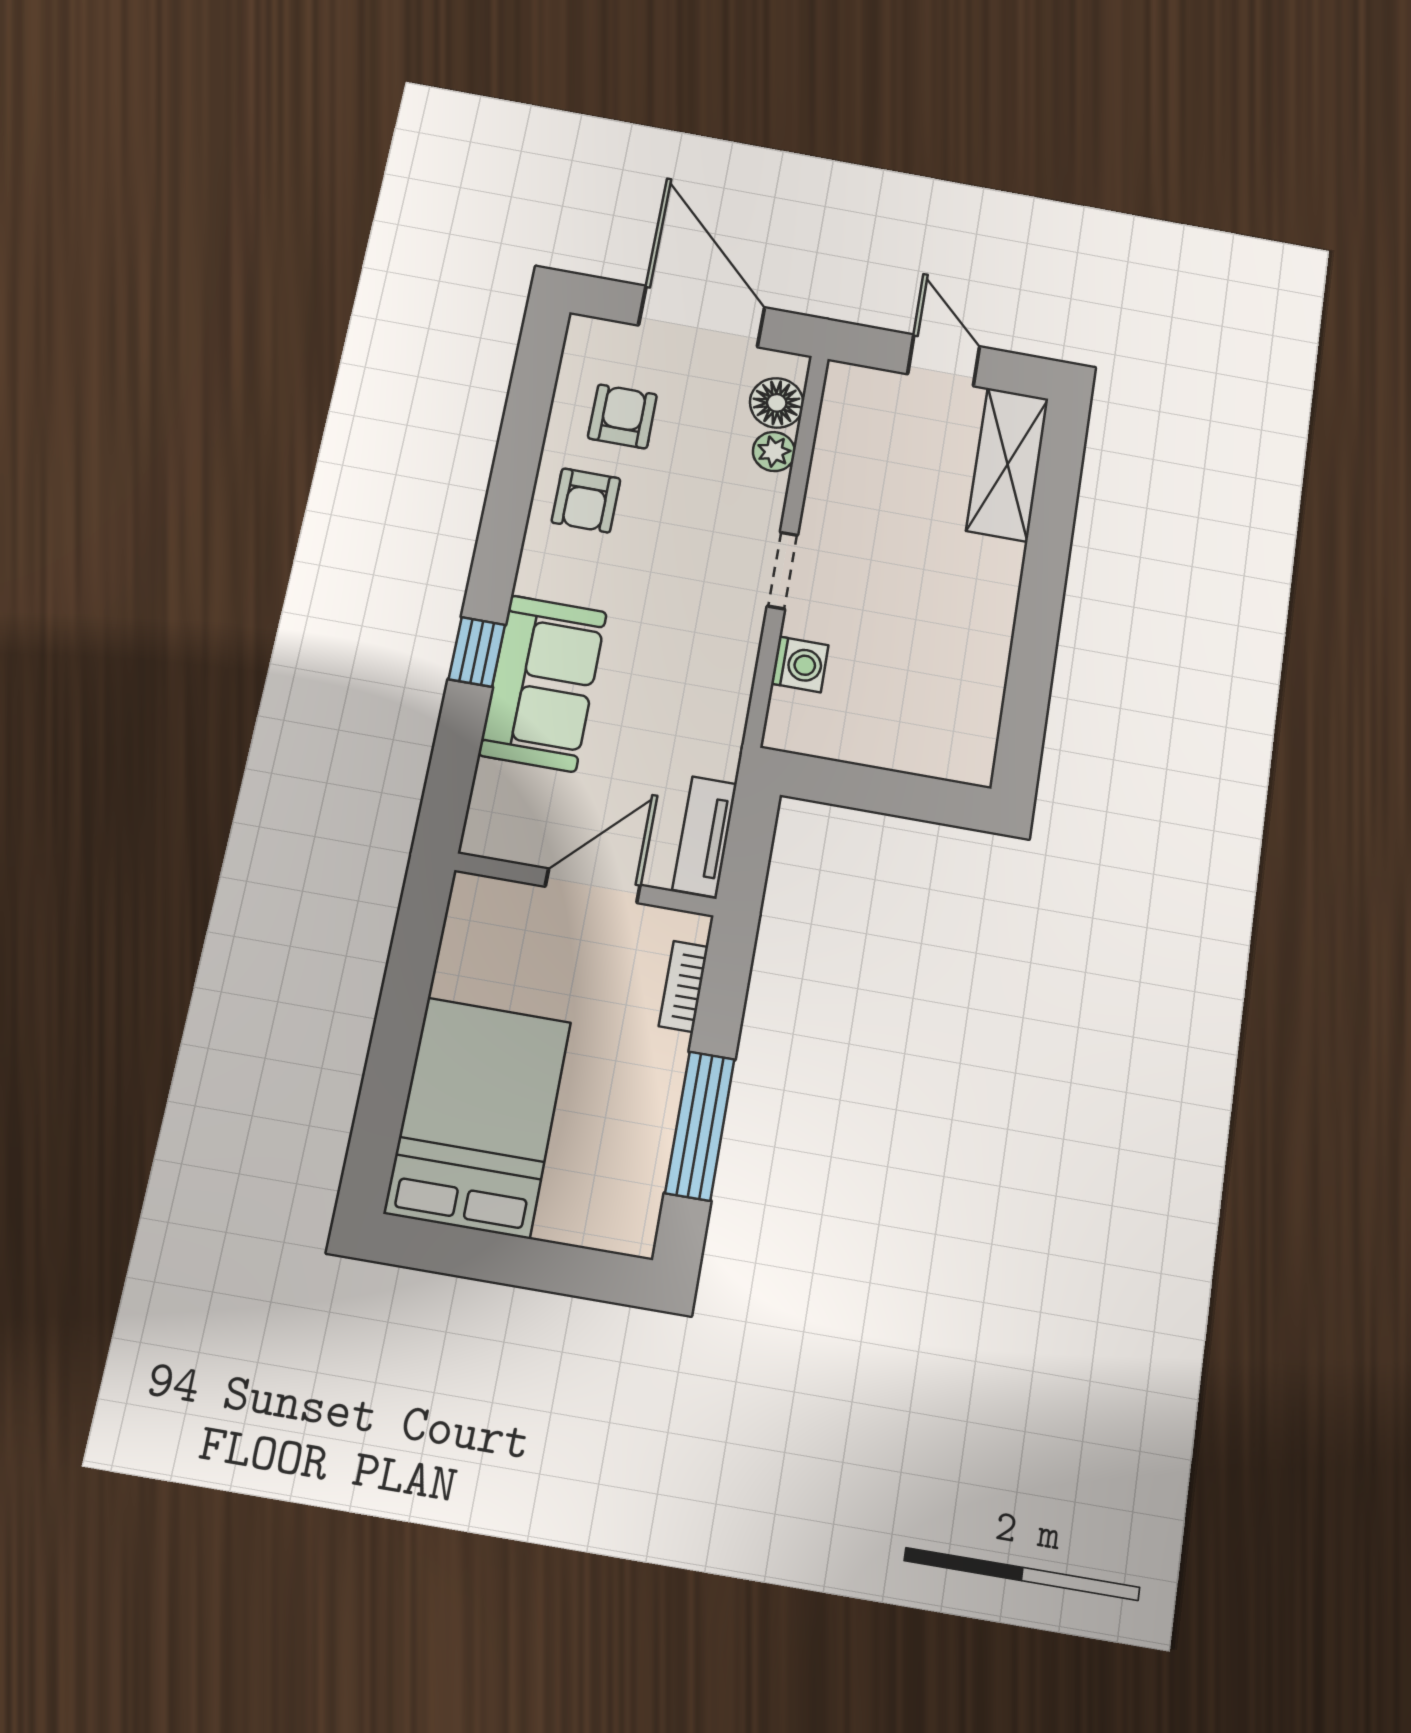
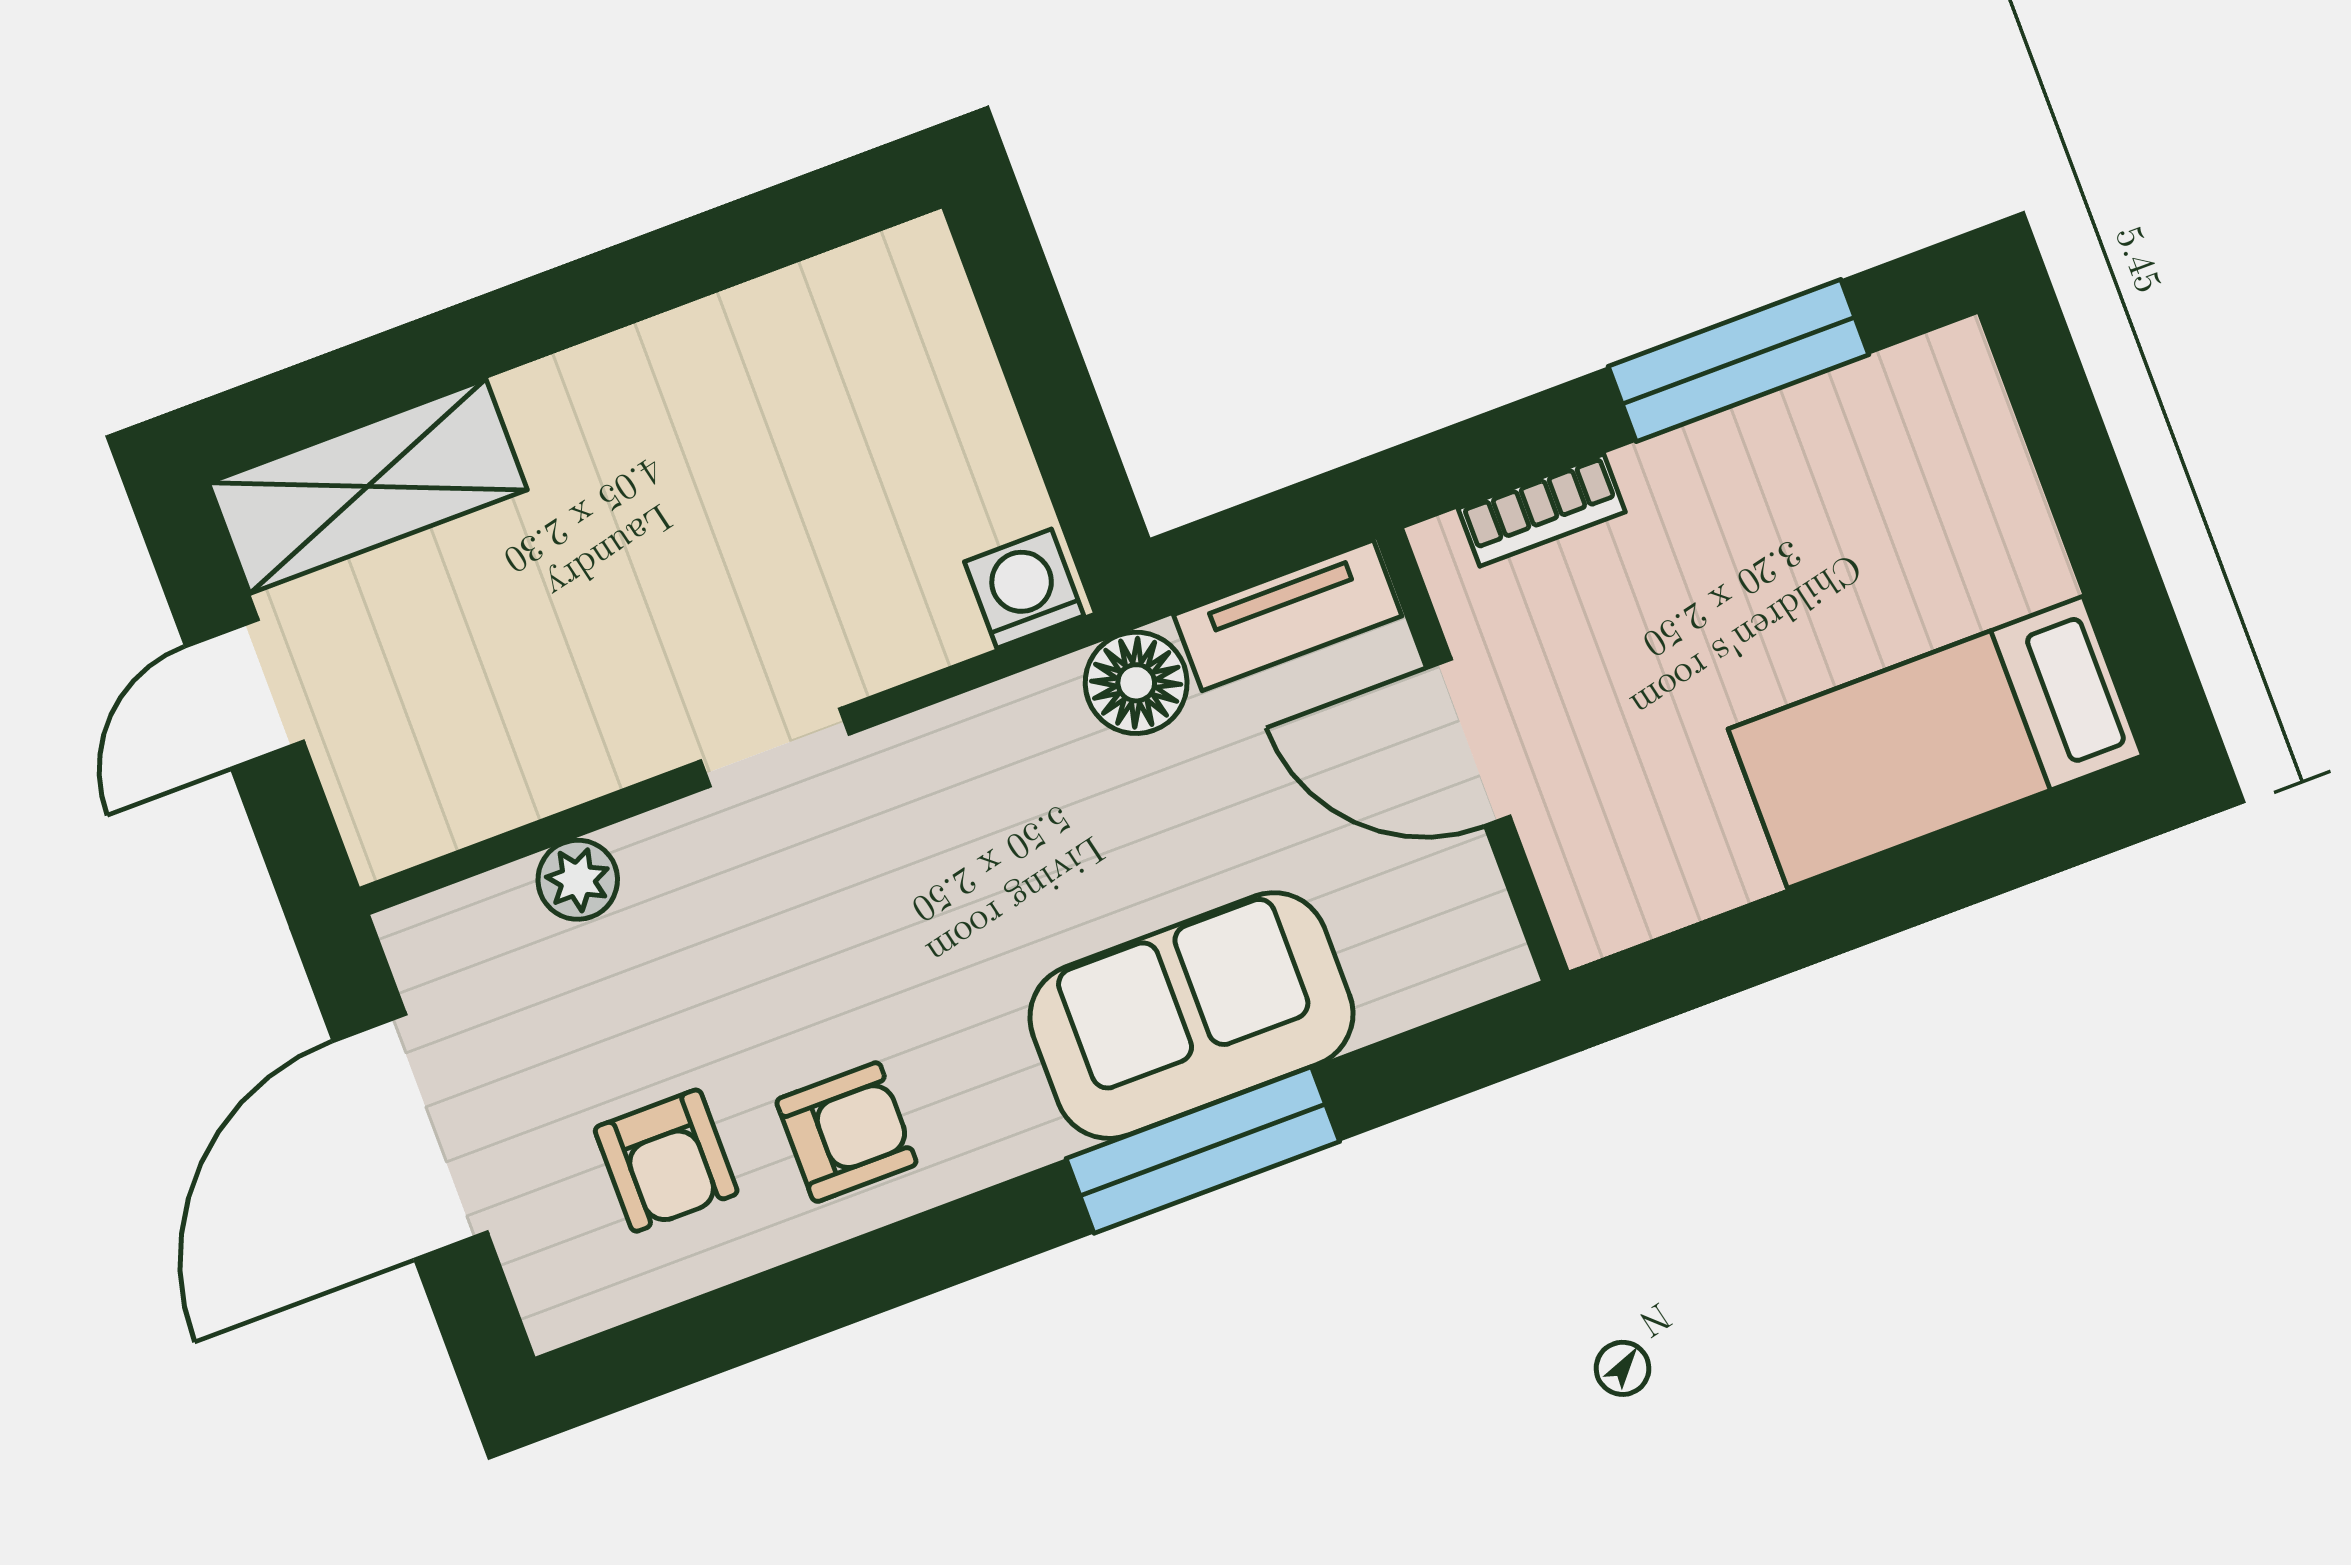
floor lamp: (777, 403) -> (1136, 683), moved
armchair: (622, 416) -> (666, 1161), turned -90
window: (477, 652) -> (1203, 1150), width x2.17
washing machine: (800, 664) -> (1024, 589), moved
bed: (478, 1117) -> (1935, 742), width x0.67

